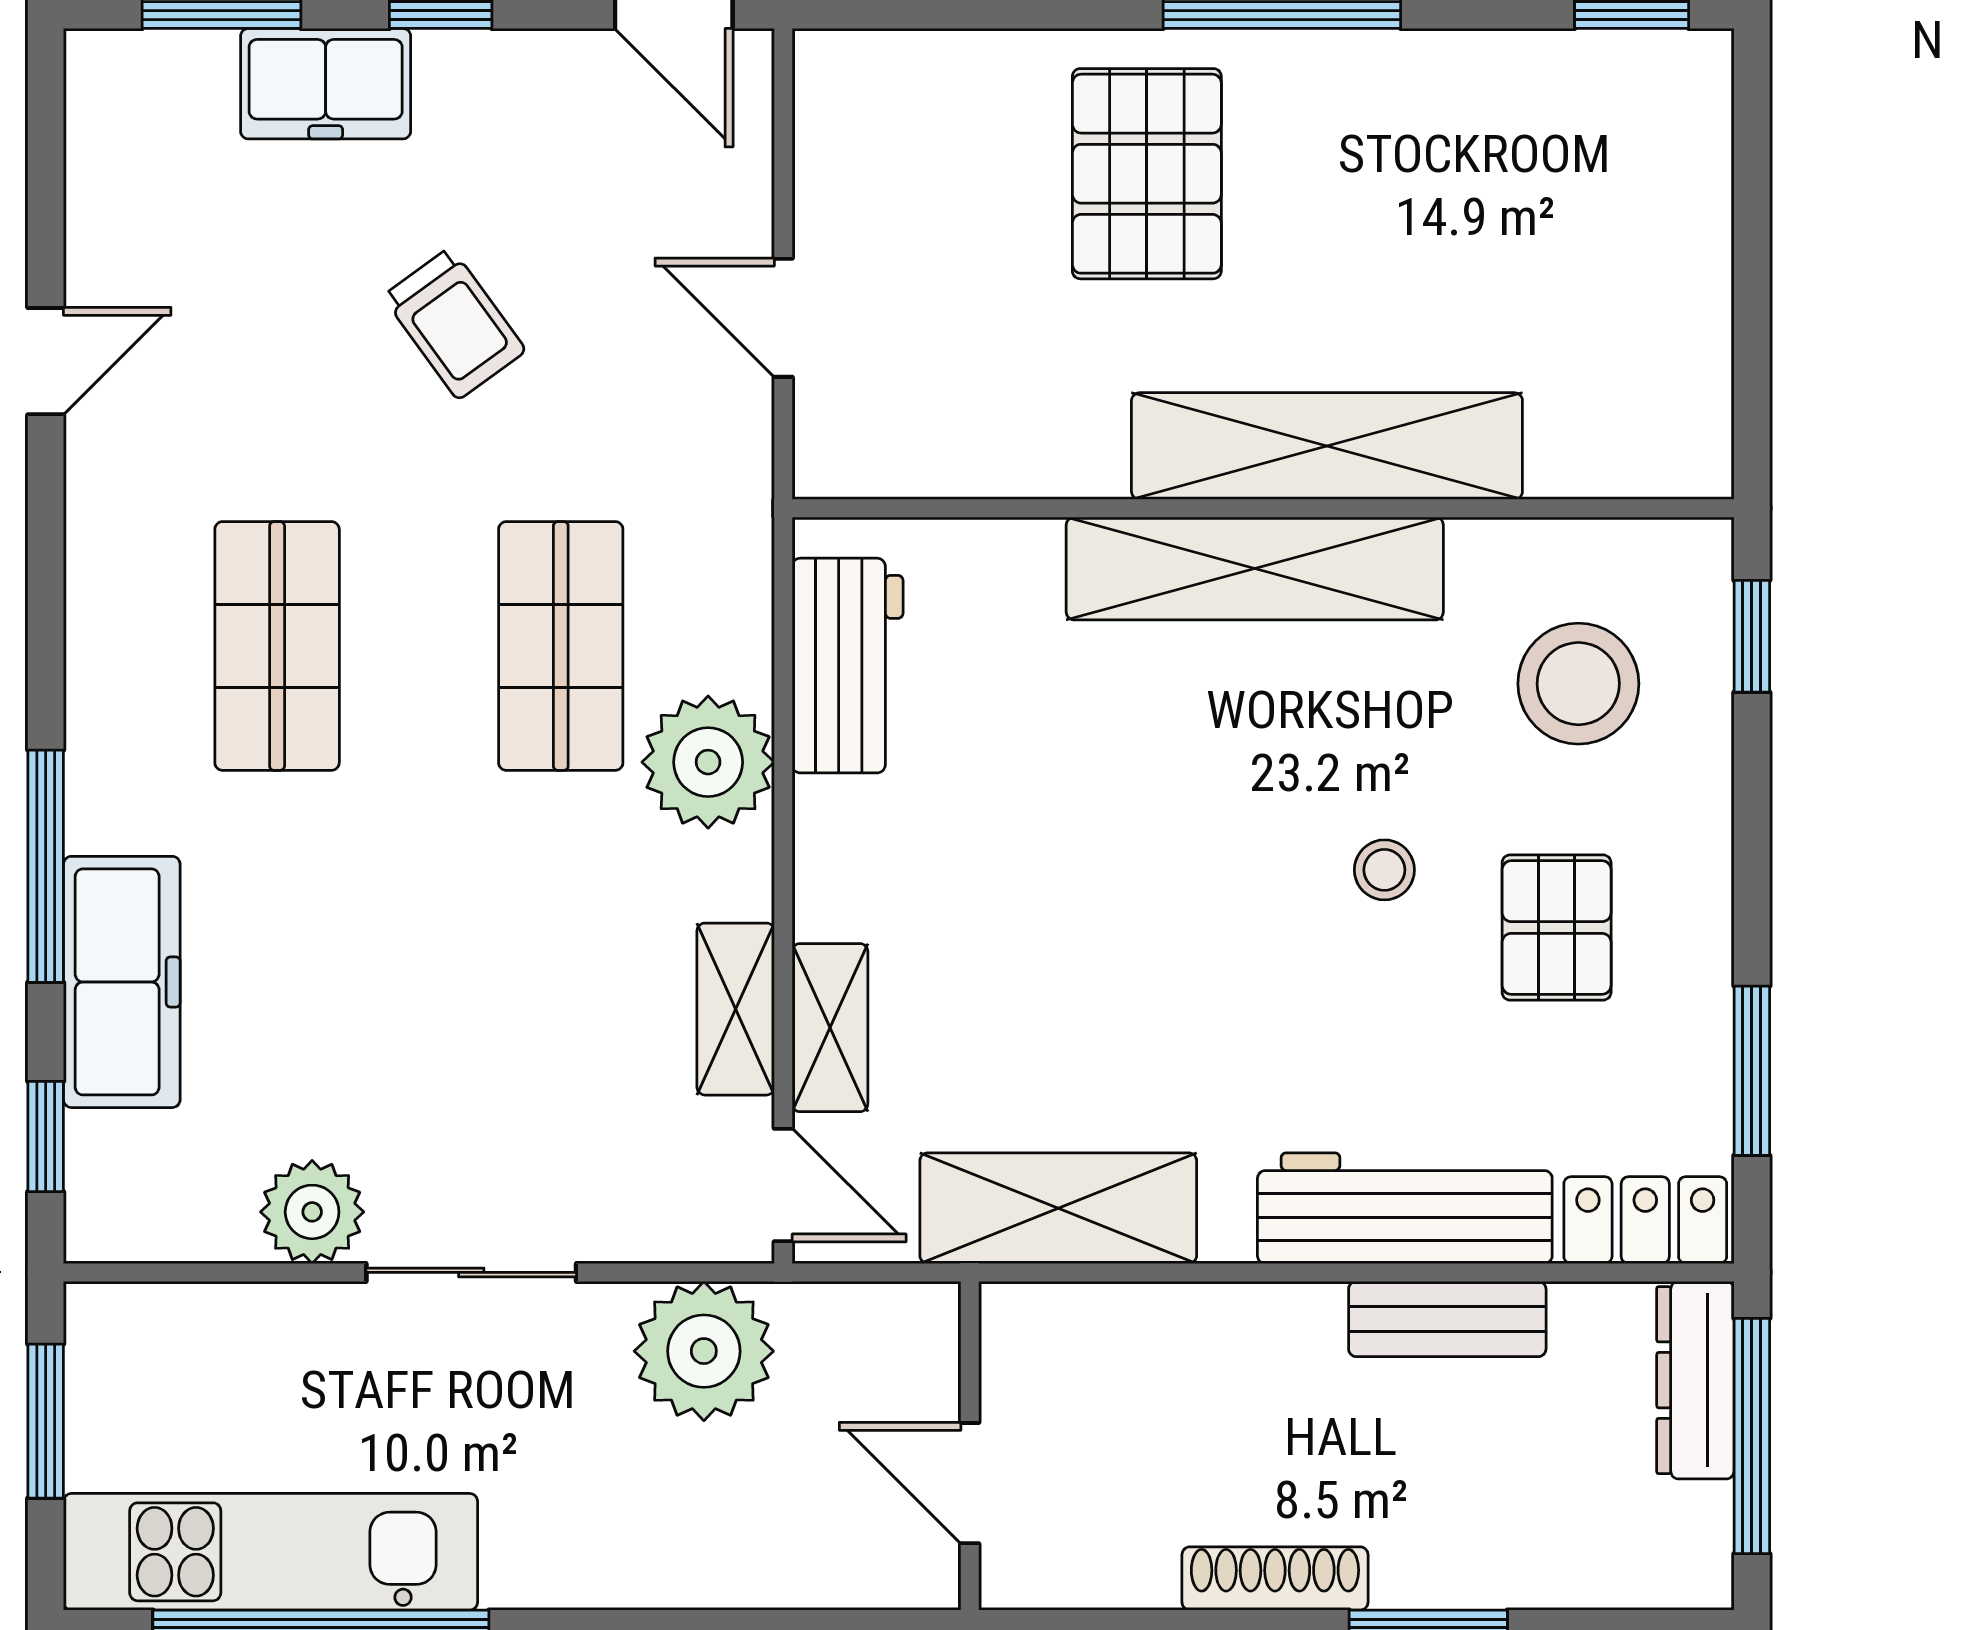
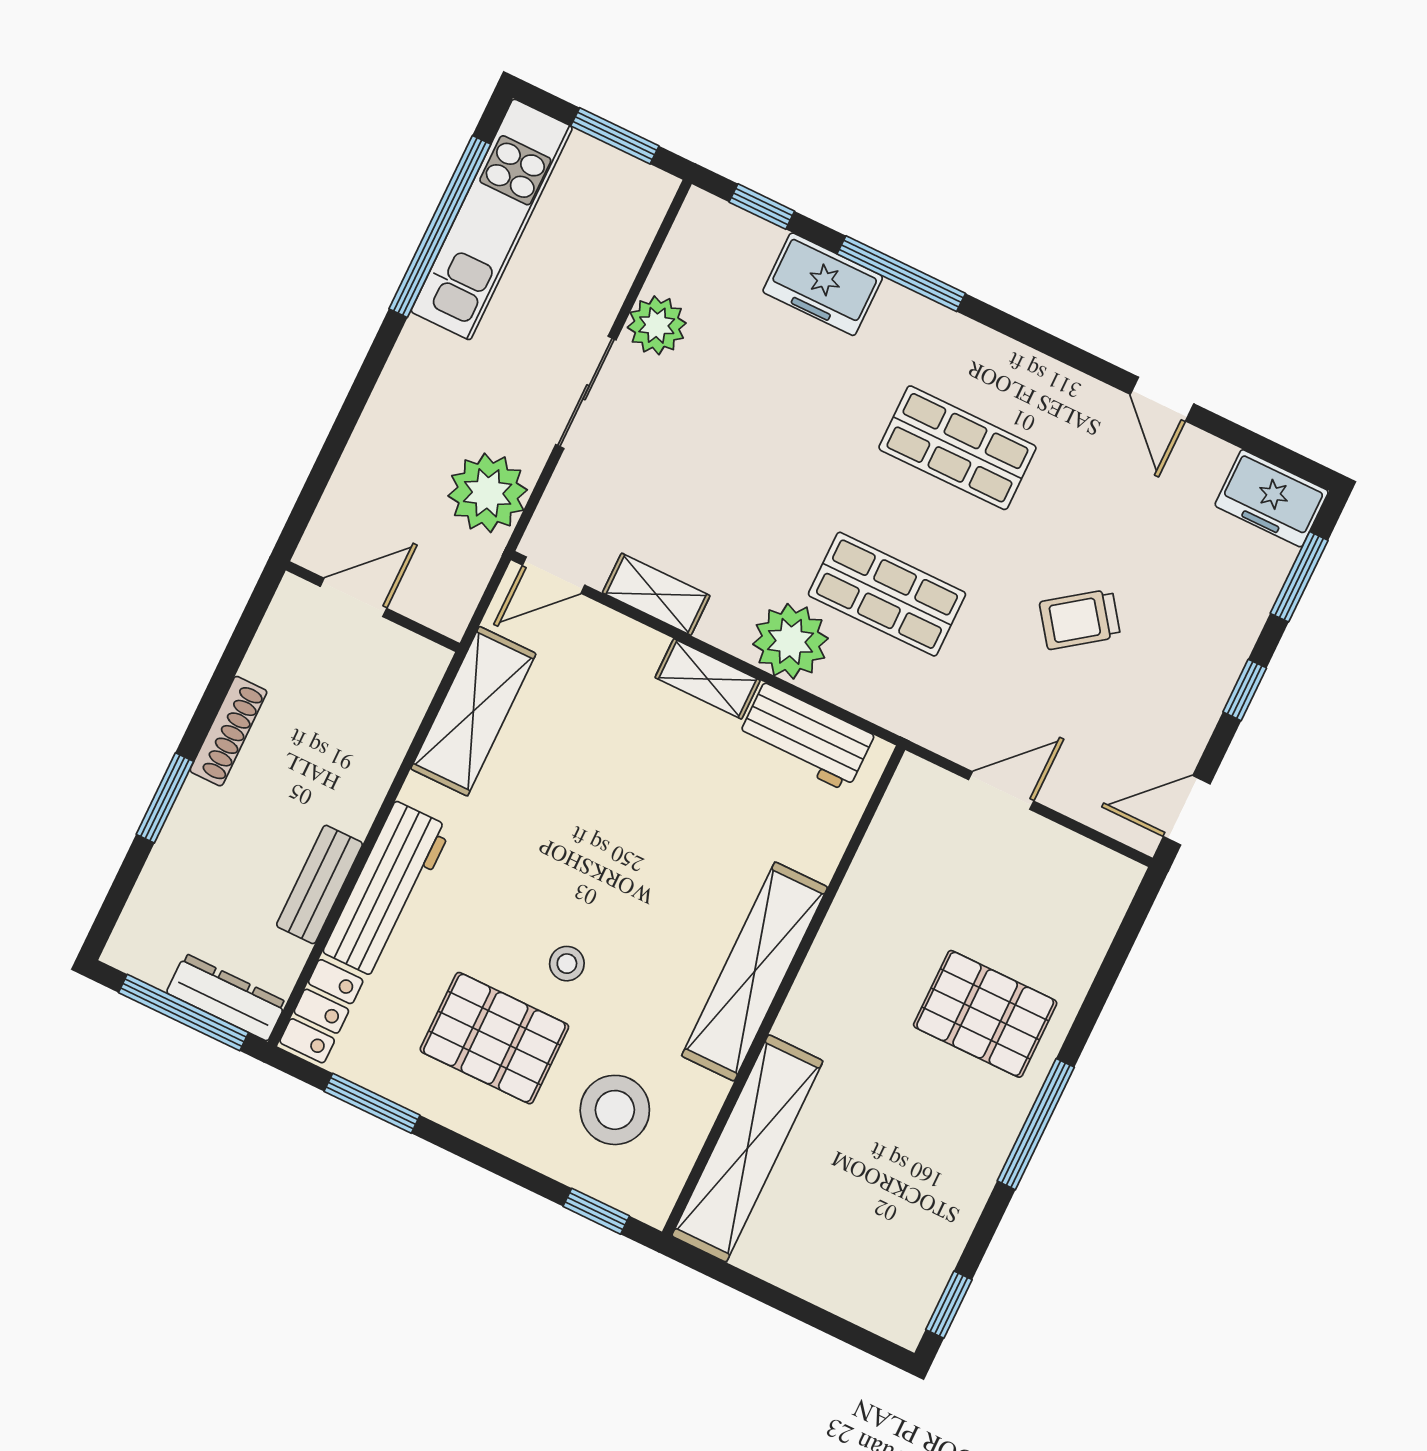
freezer: (326, 84) -> (1272, 498), moved, turned -90
shelving: (1327, 446) -> (747, 1148), moved
pallet: (1557, 927) -> (494, 1038), width x1.50, depth x1.42
freezer: (122, 982) -> (823, 284), width x0.71
shelving: (830, 1028) -> (708, 679), moved

